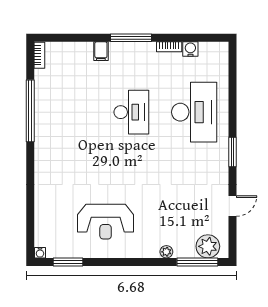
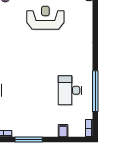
filing cabinet: (101, 51) -> (63, 131), moved
desk: (131, 112) -> (70, 90), moved

